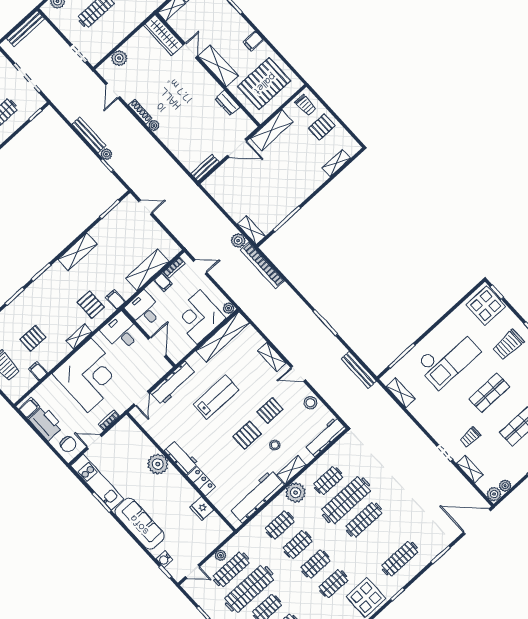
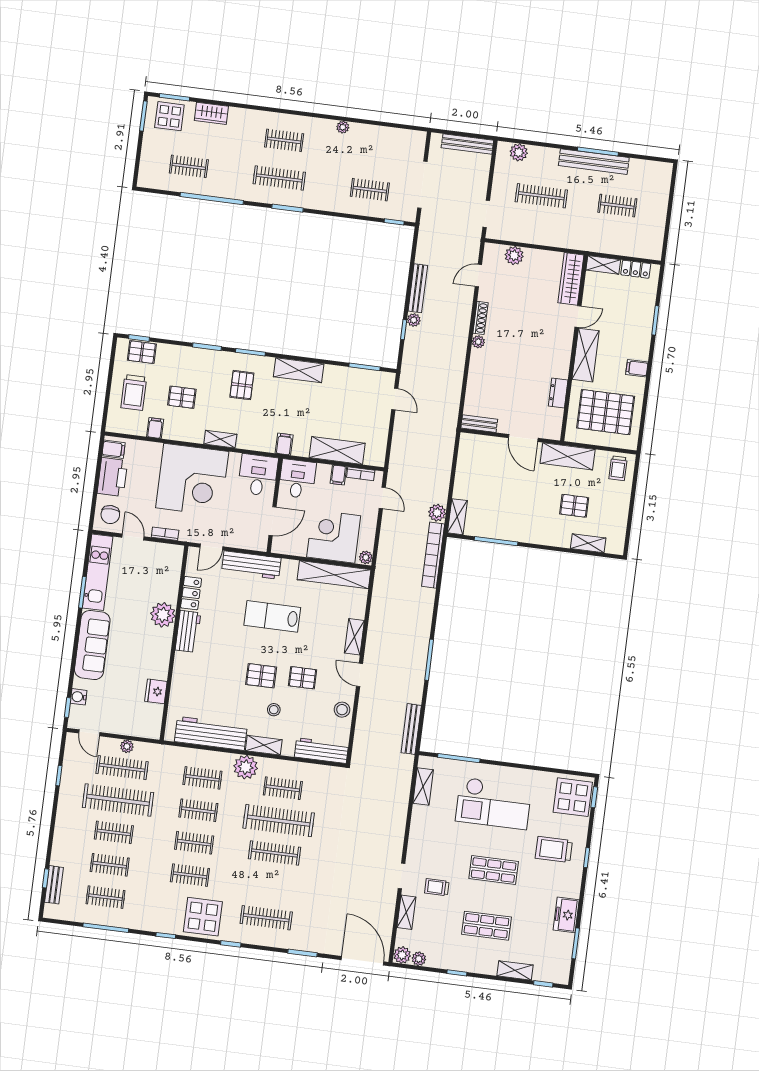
pallet: (322, 127) -> (574, 506), moved
pallet: (91, 305) -> (242, 385), moved
lab bench: (216, 397) -> (272, 616), turned 180
locker: (201, 481) -> (191, 593), moved

